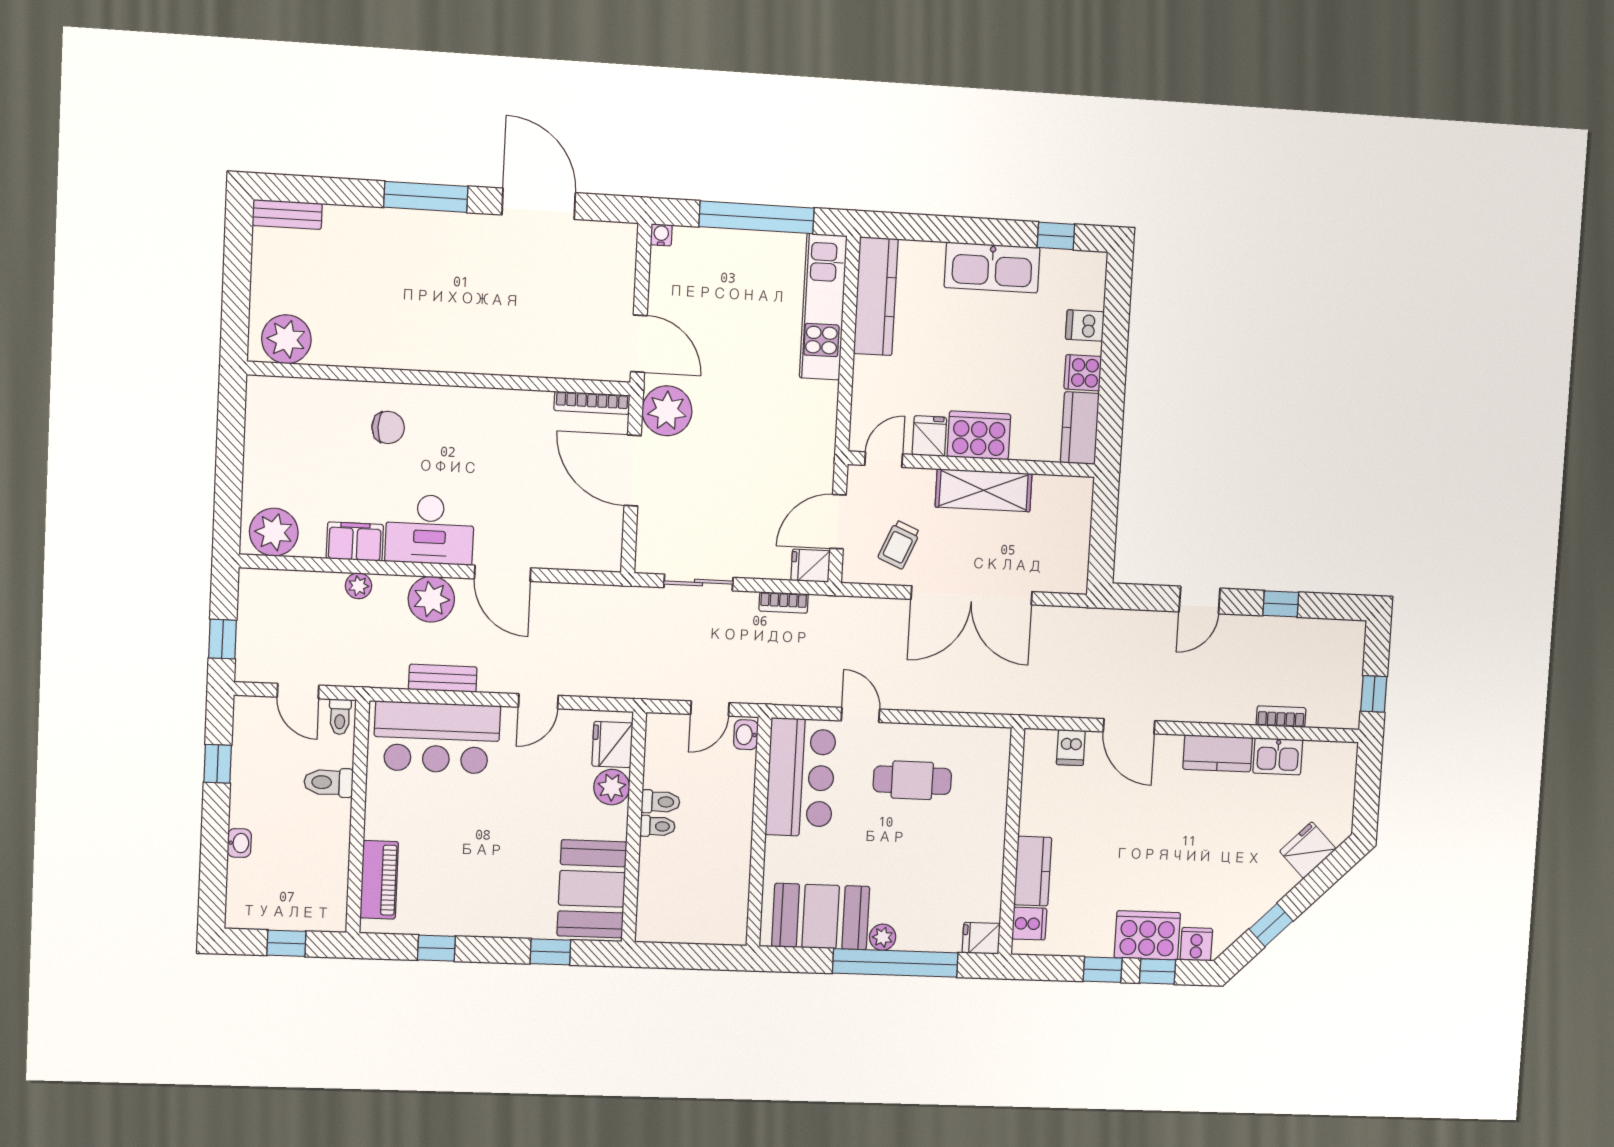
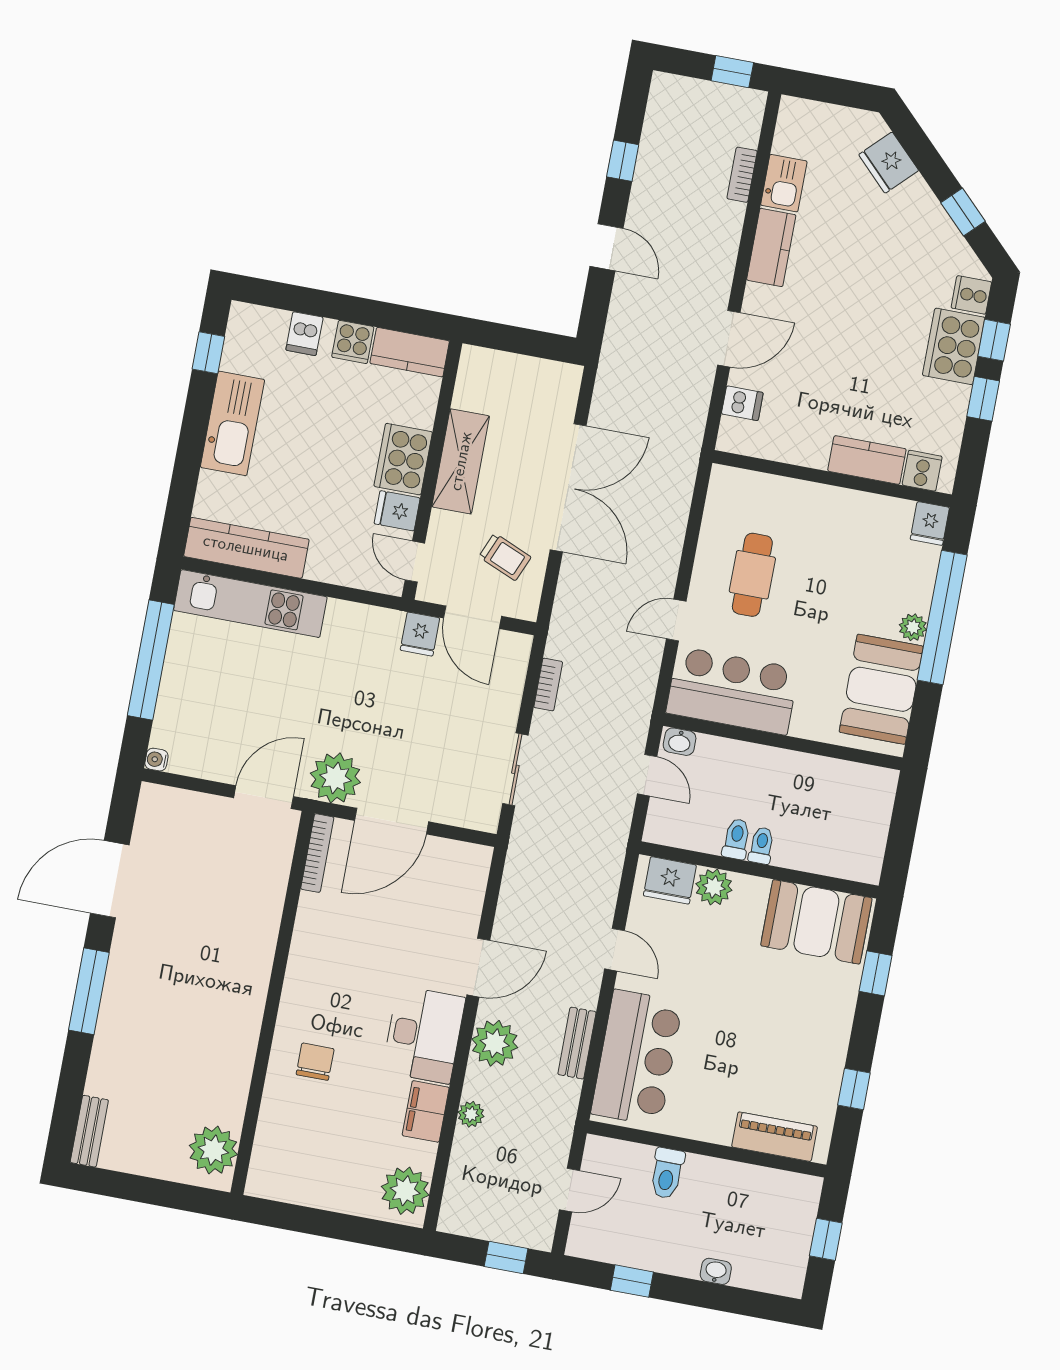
fridge: (811, 566) -> (420, 634), moved
toilet: (340, 717) -> (602, 1152), removed

